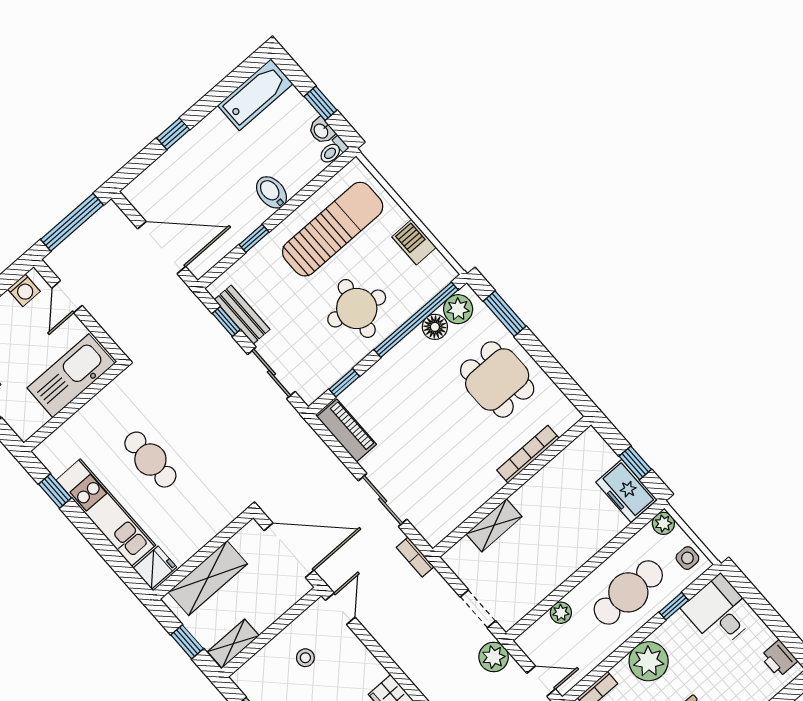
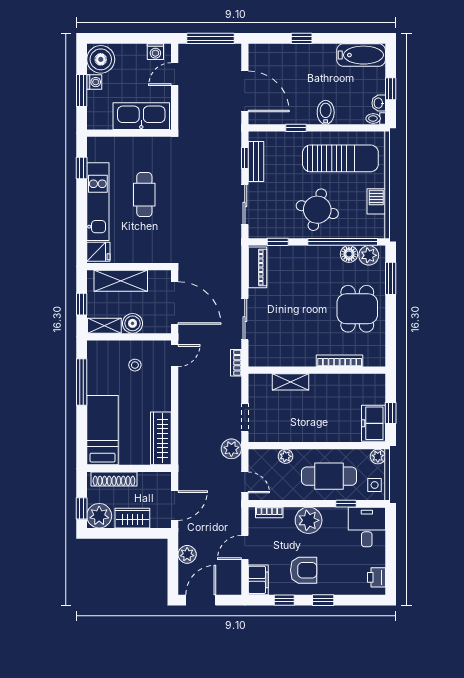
boiler: (262, 614) -> (133, 323), added

